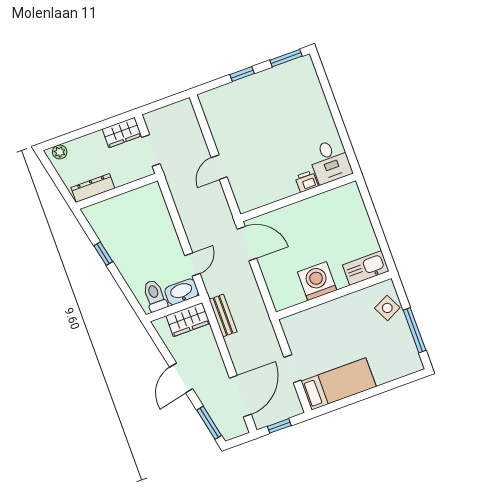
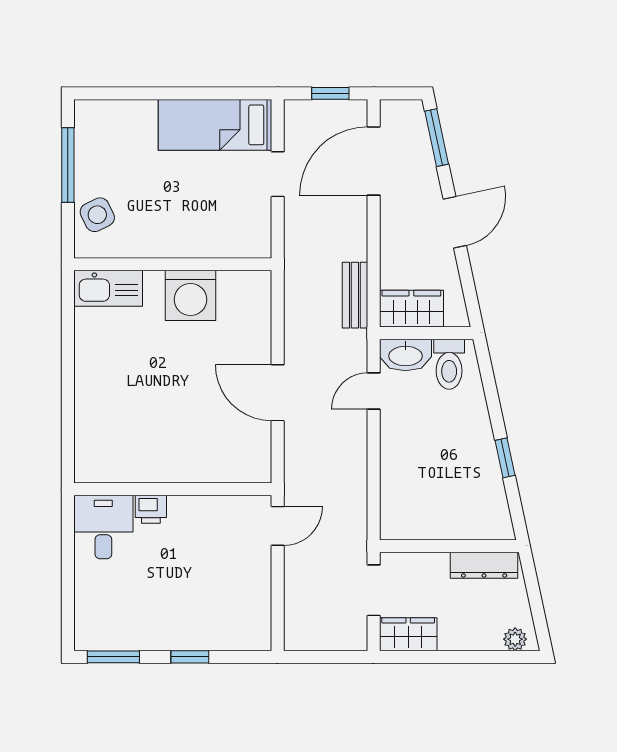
desk: (330, 161) -> (103, 527), moved
printer: (306, 181) -> (151, 509), moved
wall: (298, 197) -> (173, 489), moved

